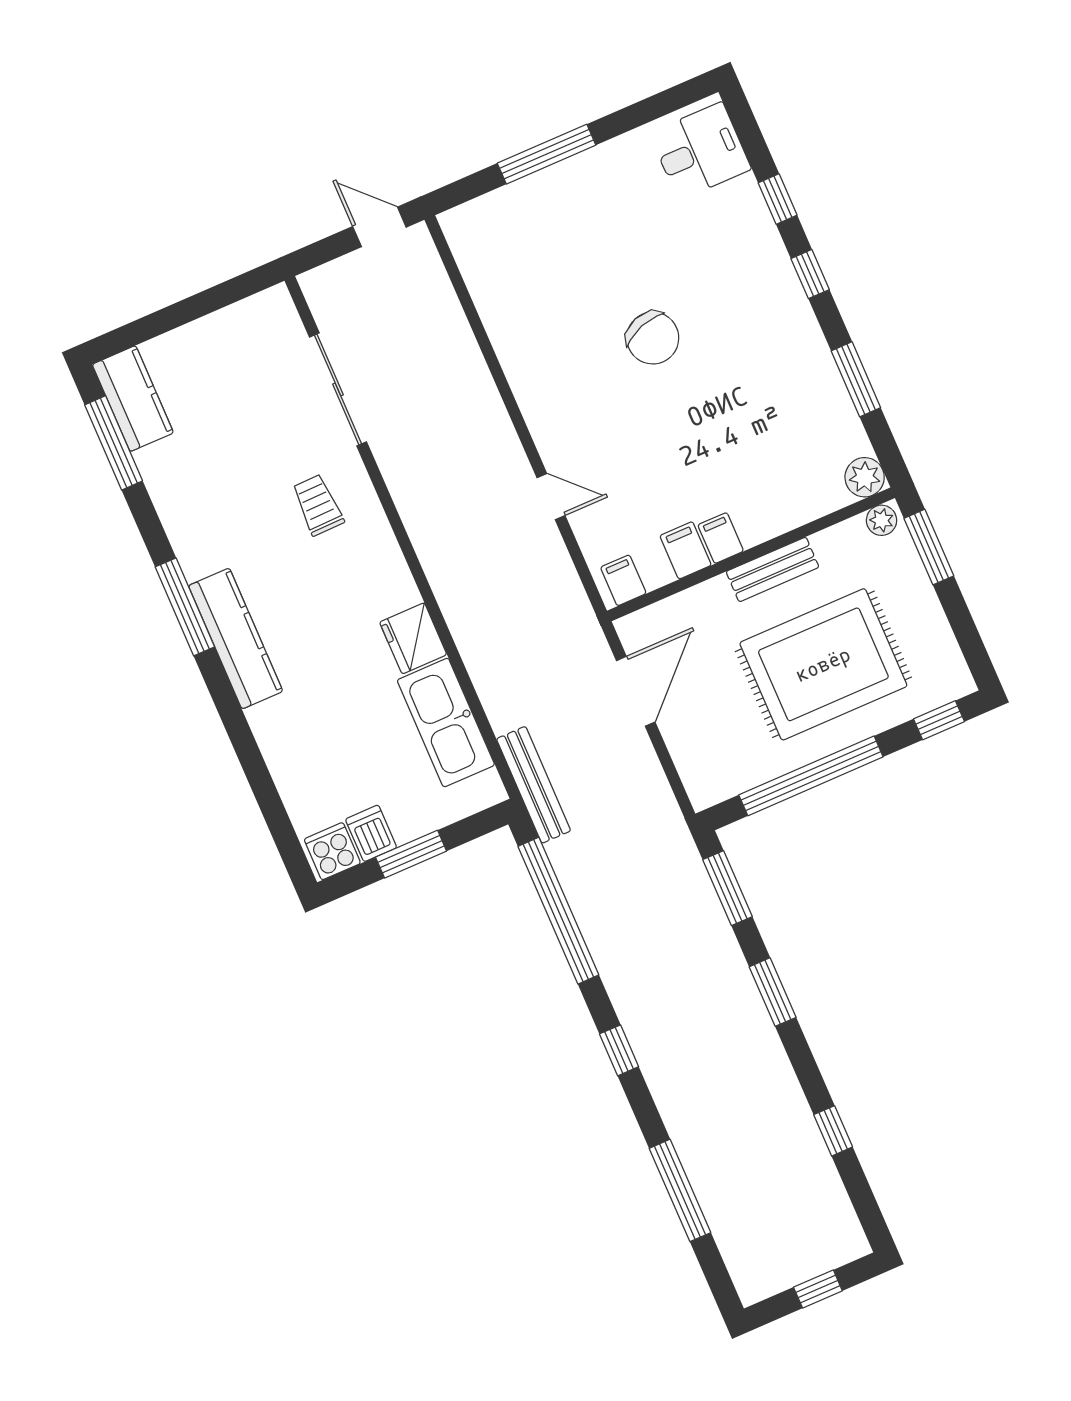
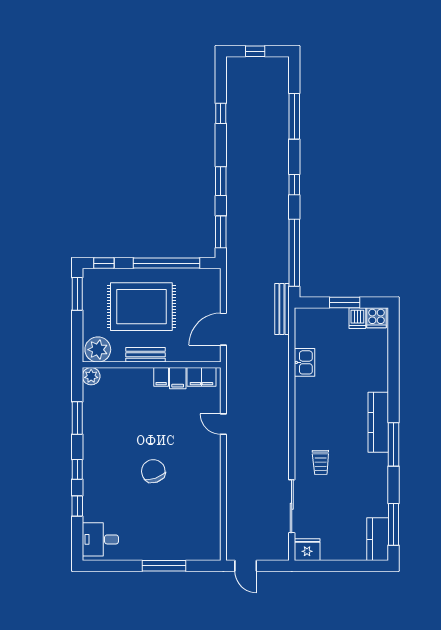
plant: (882, 520) -> (98, 350), width x1.88, depth x1.88
window: (929, 547) -> (77, 294), moved
filing cabinet: (623, 580) -> (201, 377), width x2.00
fridge: (413, 638) -> (307, 550), moved, turned -90
kitchen sink: (446, 723) -> (304, 362), width x0.53, depth x0.81

